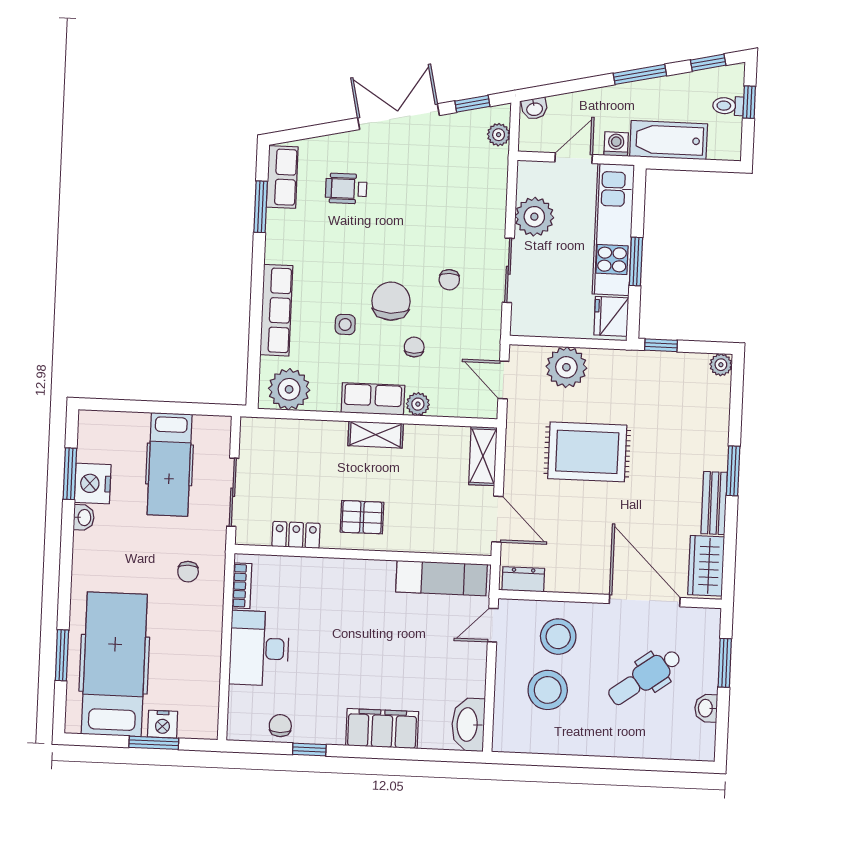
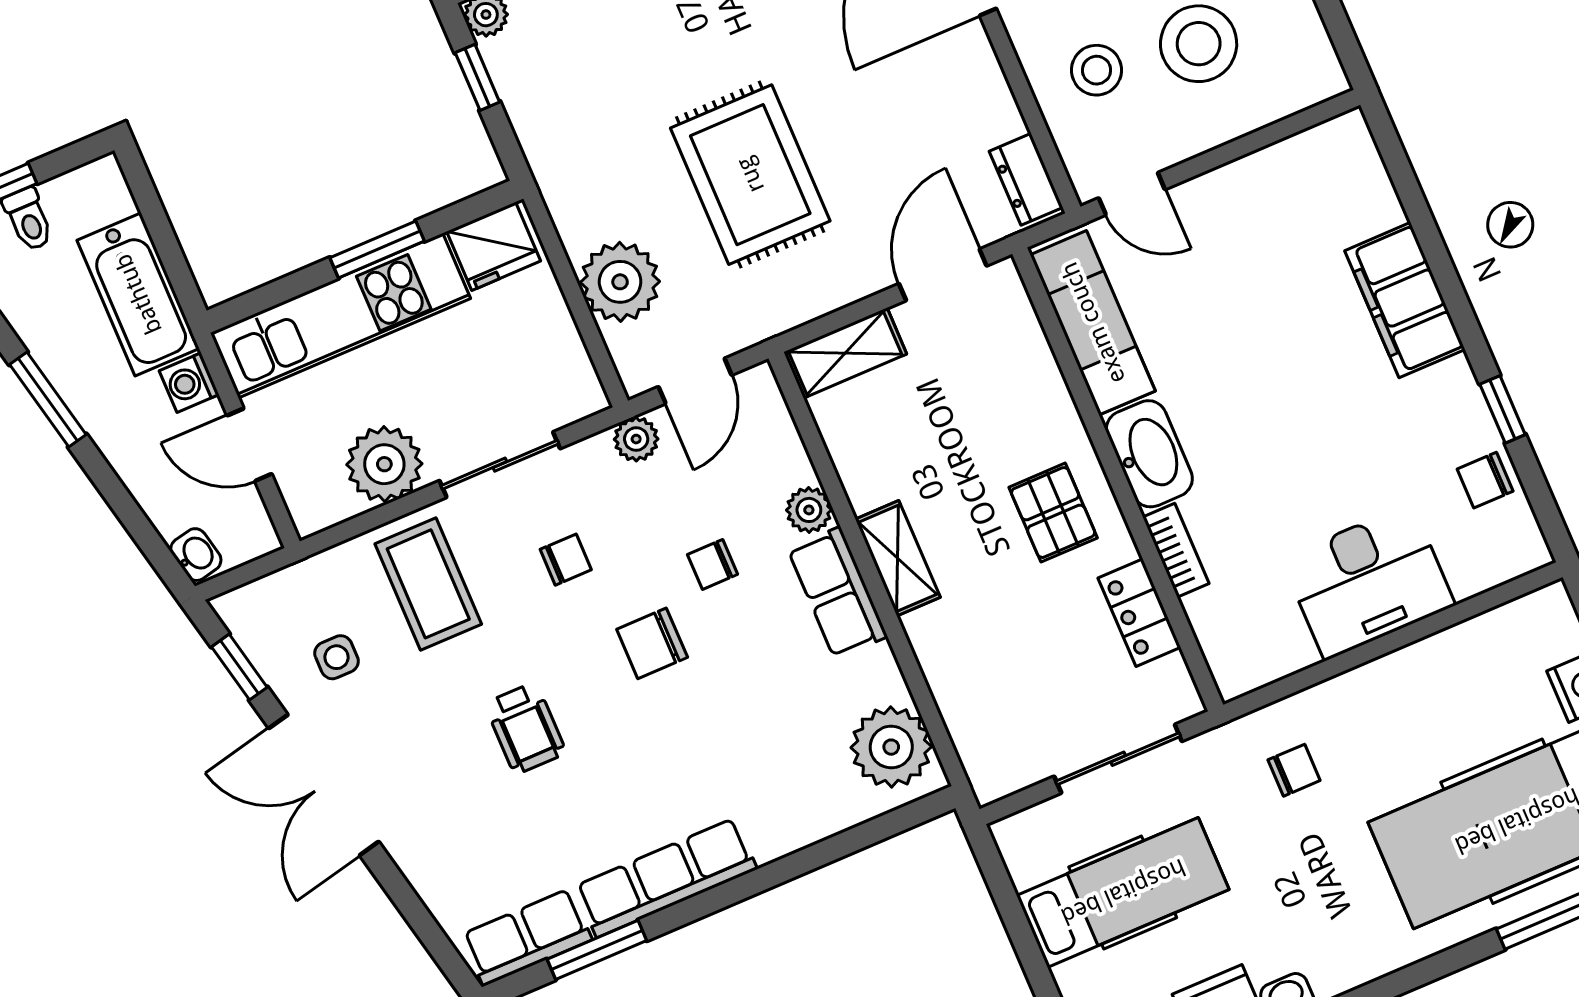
plant: (499, 135) -> (636, 439), moved
wheelchair: (346, 189) -> (525, 728), moved
coffee table: (469, 210) -> (428, 584), added
chair: (391, 301) -> (652, 643), width x0.73, depth x0.73
row of seats: (276, 310) -> (666, 878), moved
side table: (345, 324) -> (337, 657), moved
window: (661, 345) -> (477, 77), moved
bookcase: (242, 586) -> (1176, 550), moved, turned 90
stool: (558, 637) -> (1097, 70), width x0.73, depth x0.73
washbasin: (468, 725) -> (1149, 454), moved, turned -90

